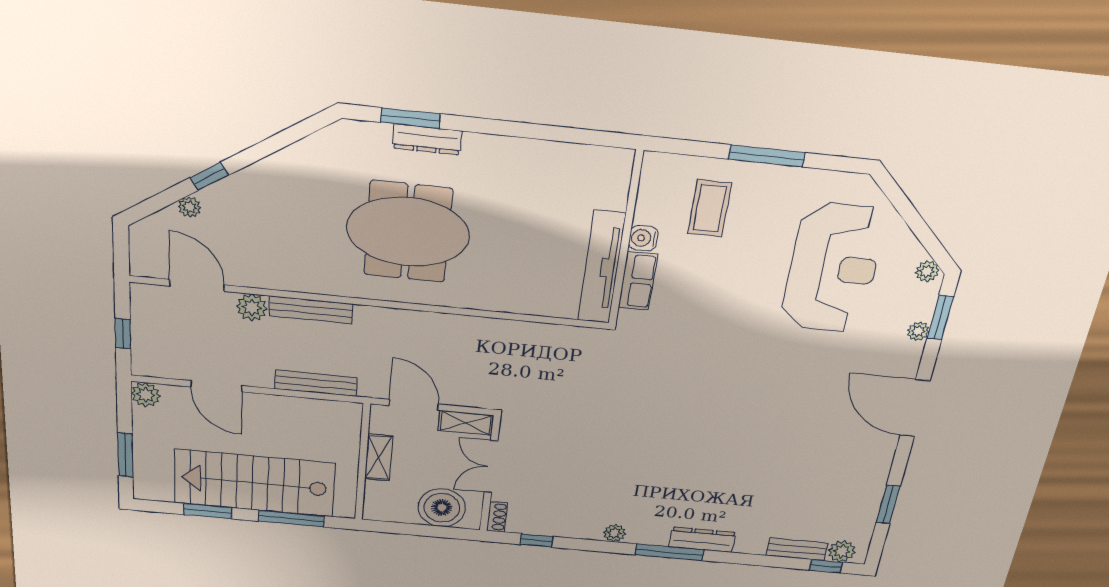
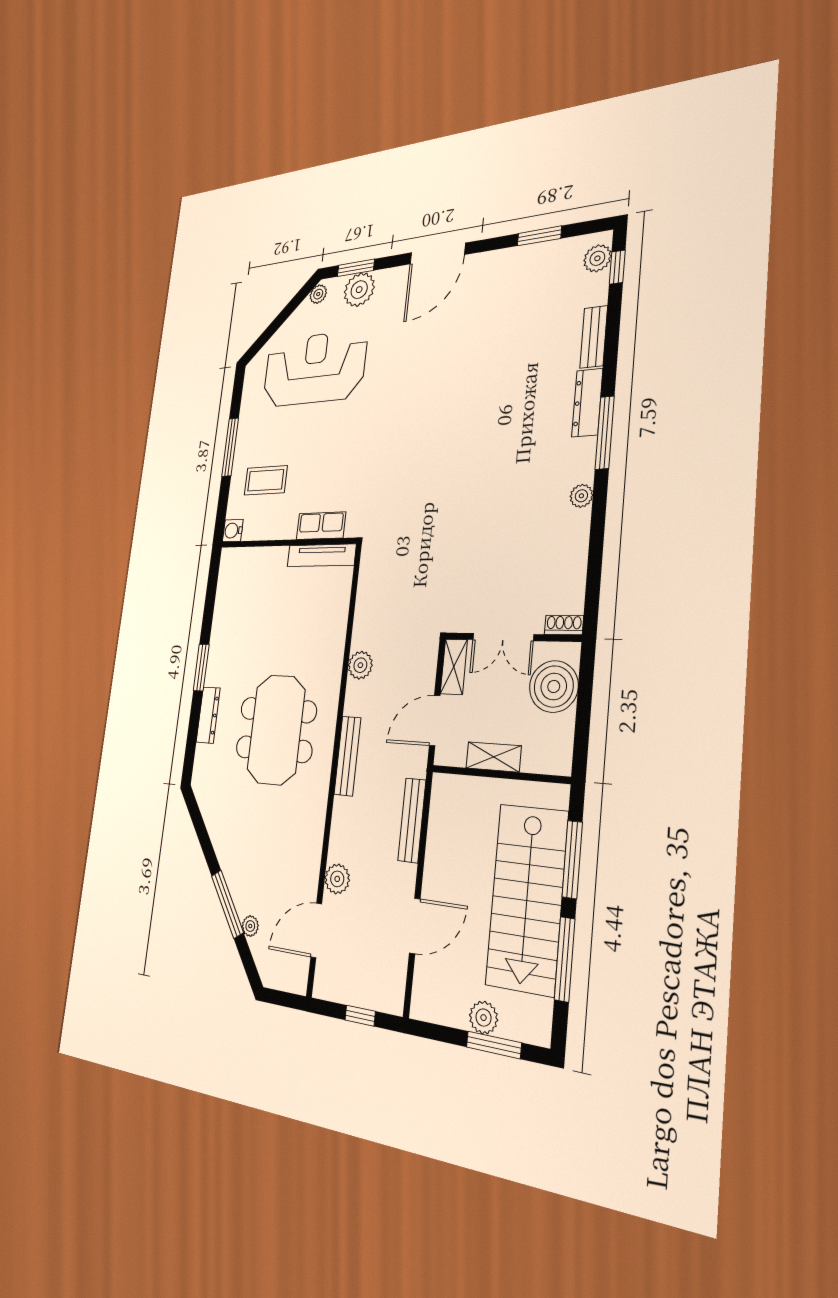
window: (410, 118) -> (201, 667), moved
window: (209, 176) -> (227, 904), width x2.17
water cooler: (643, 238) -> (233, 530), moved, turned 90
tv unit: (602, 267) -> (321, 555), width x0.73, depth x0.78
bench: (311, 310) -> (347, 756), moved
plant: (474, 329) -> (360, 665), added
plant: (918, 331) -> (359, 290), width x1.87, depth x1.87
plant: (146, 395) -> (483, 1018), moved
window: (208, 511) -> (565, 959), width x1.44
window: (536, 540) -> (594, 578), removed
bench: (797, 549) -> (594, 337), moved

